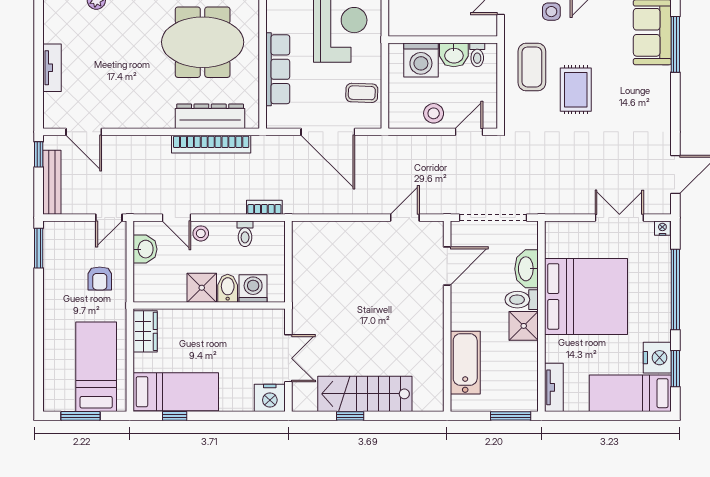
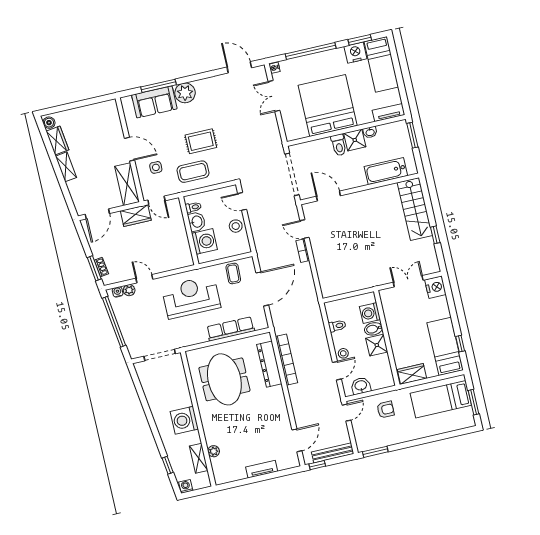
plant: (655, 82) -> (185, 93), added
bookcase: (264, 207) -> (303, 251), moved
door: (109, 218) -> (346, 413), hinge flipped
washbasin: (527, 269) -> (370, 132), moved, width x0.52, depth x0.69
stairs: (365, 394) -> (415, 209), moved

